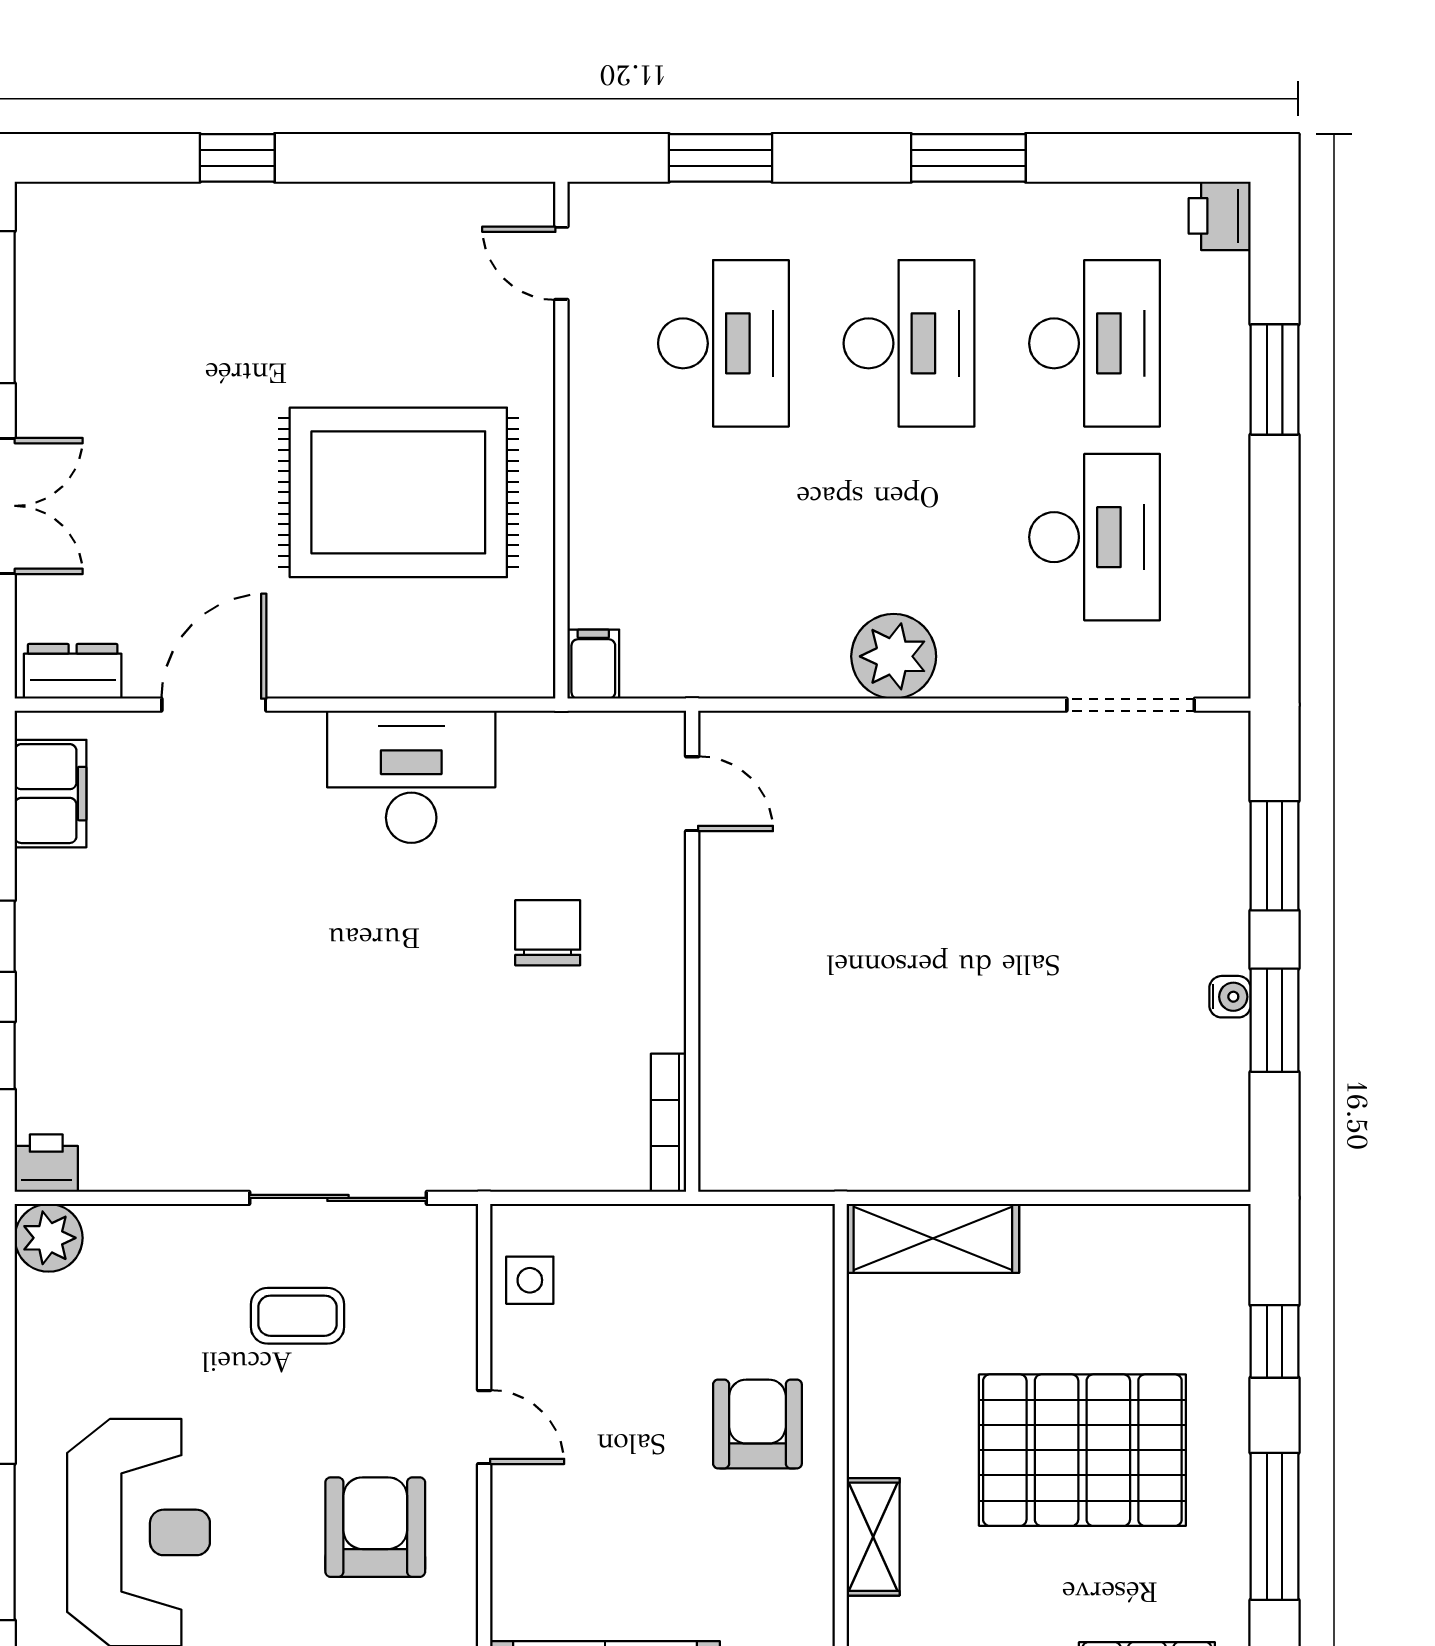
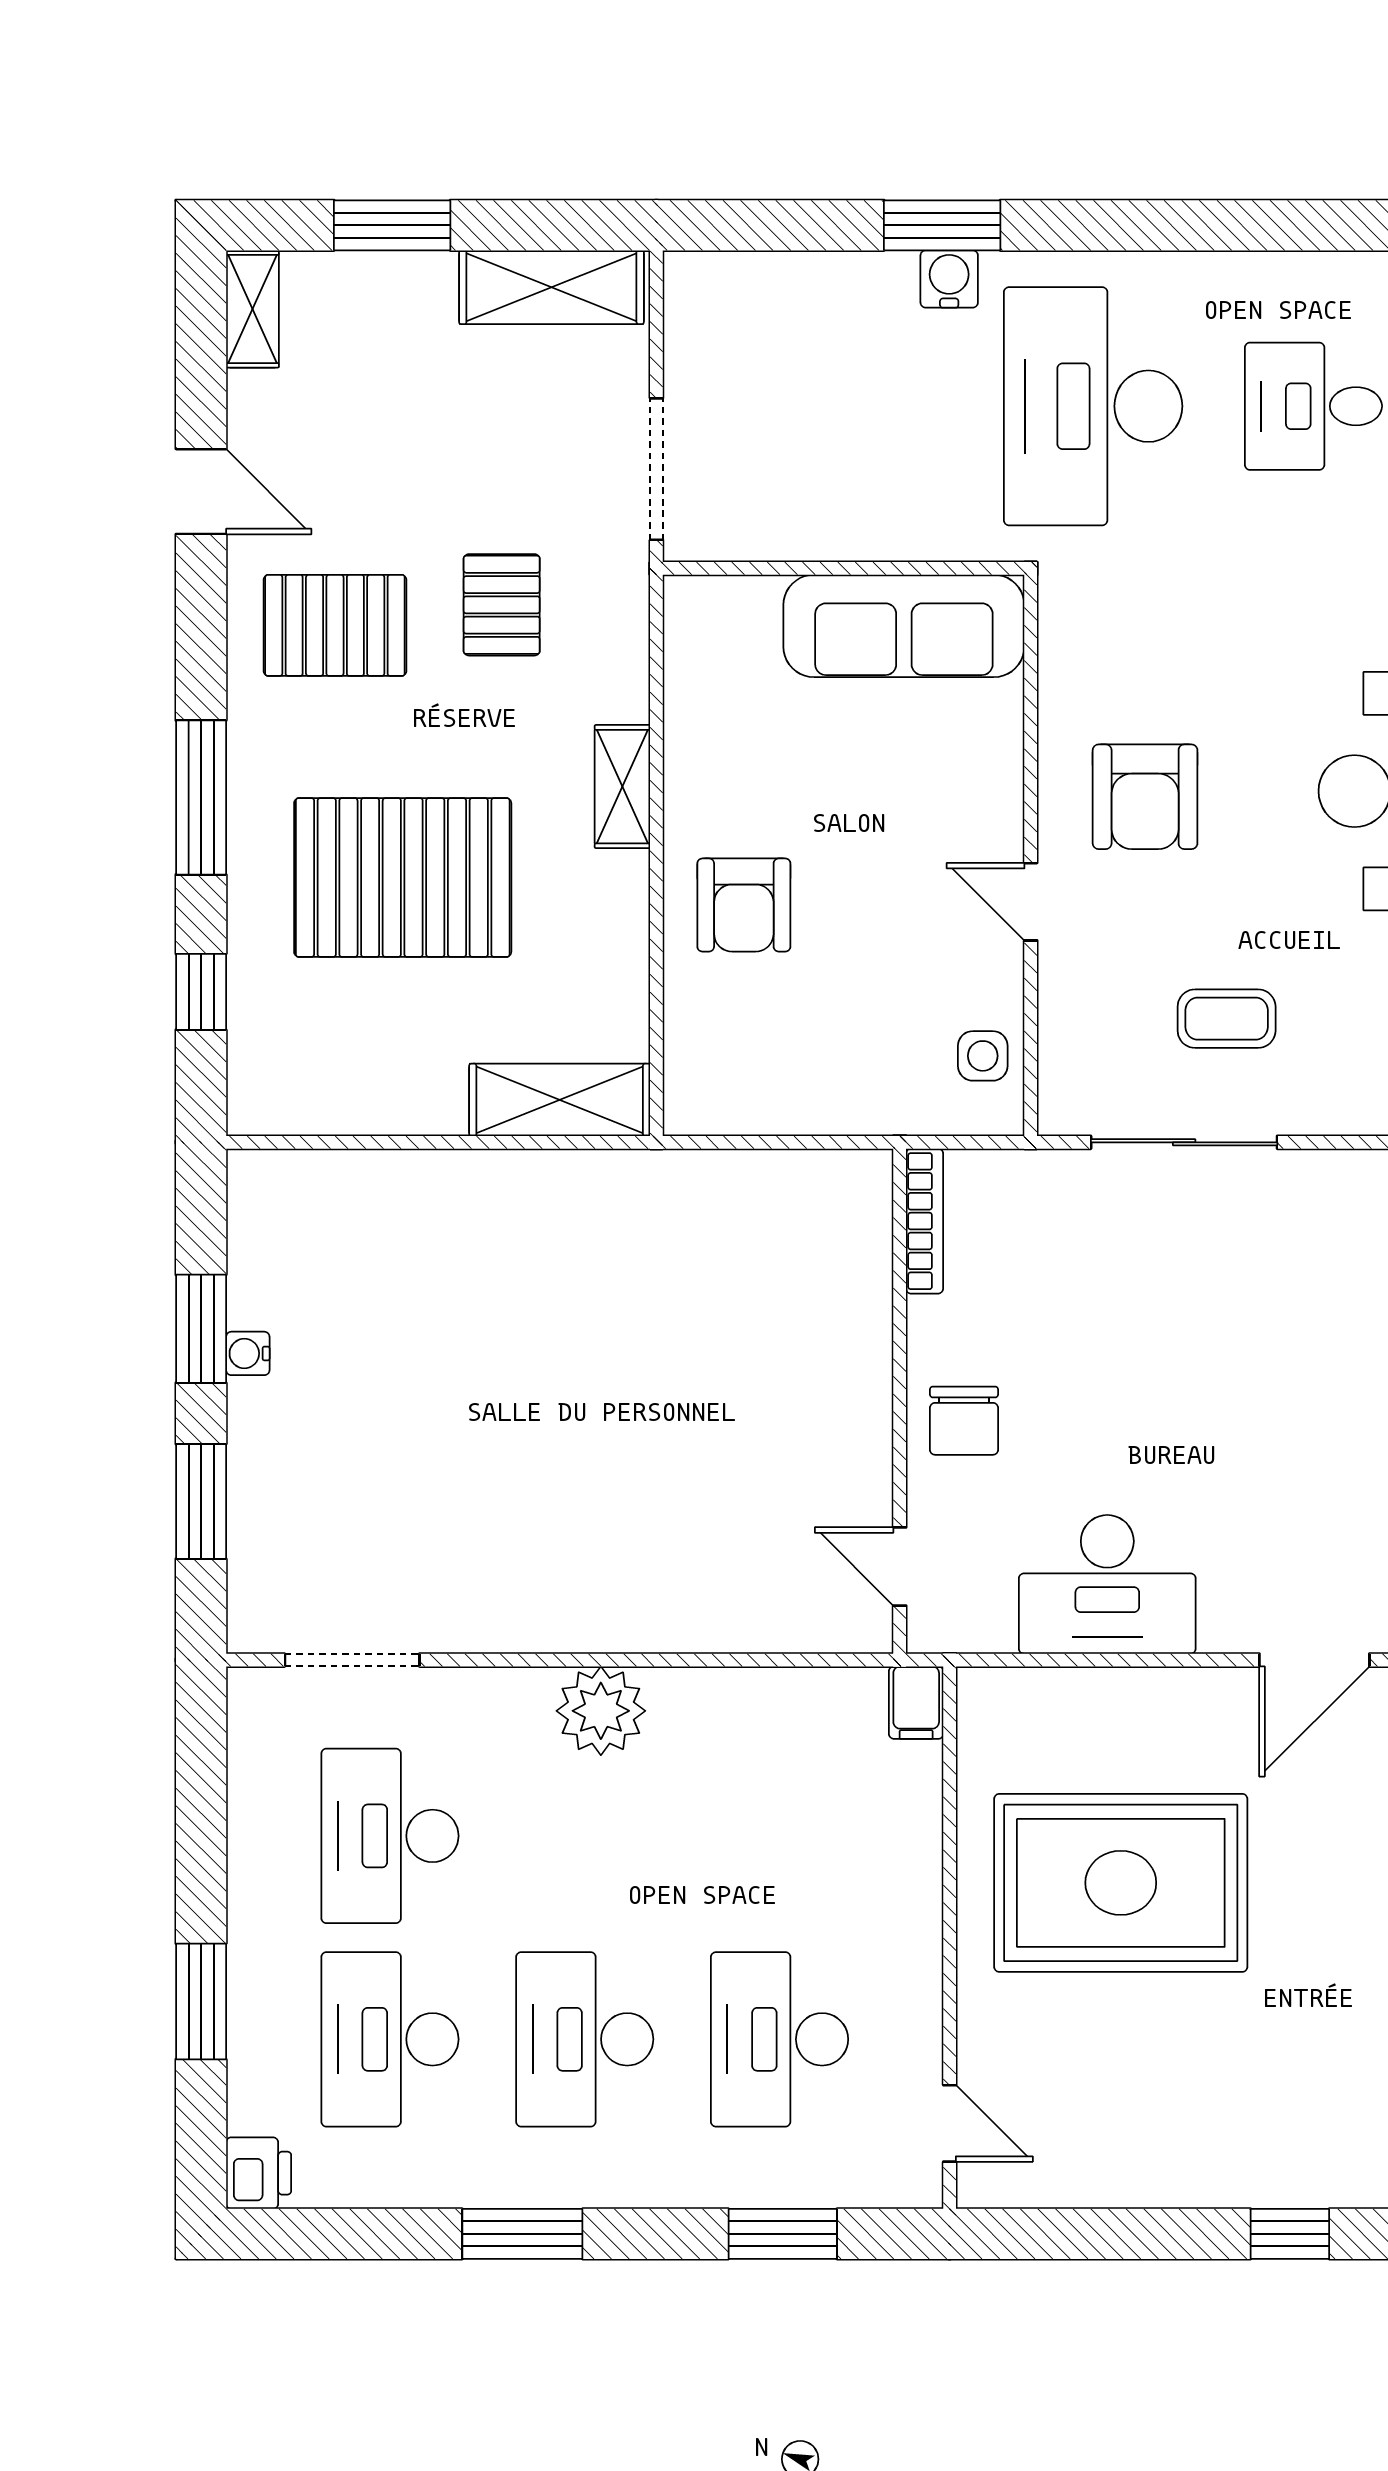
door: (692, 794) -> (900, 1567), moved
wall: (692, 951) -> (900, 1401), moved
bookcase: (668, 1123) -> (925, 1221), moved

